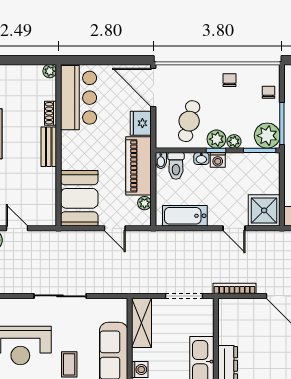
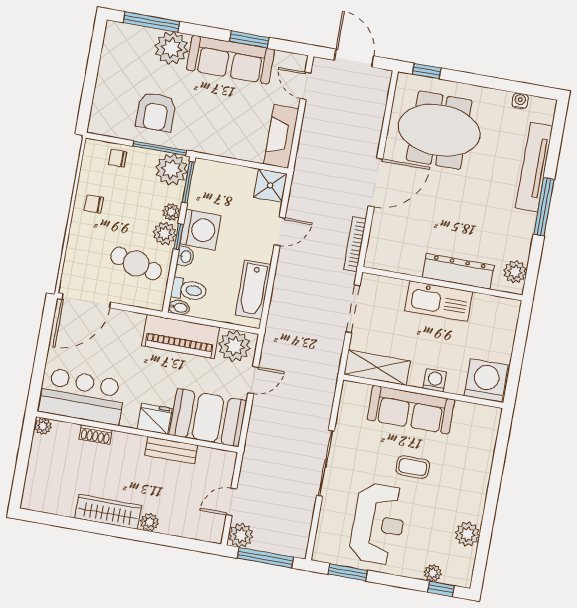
fridge: (141, 123) -> (154, 419), moved, turned 180
bench: (49, 147) -> (171, 450), moved
washing machine: (218, 160) -> (200, 230), width x1.89, depth x1.89
plant: (144, 203) -> (235, 346), width x1.87, depth x1.87
shower: (264, 210) -> (270, 186), width x0.73, depth x0.73

